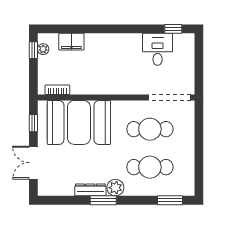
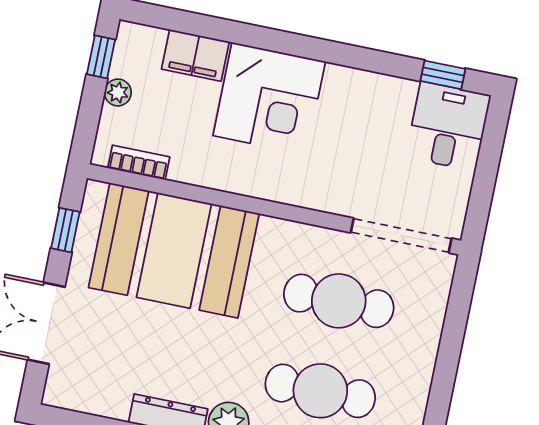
plant: (43, 49) -> (118, 92), moved
desk: (158, 49) -> (448, 126), moved
corner desk: (105, 53) -> (269, 99), added

